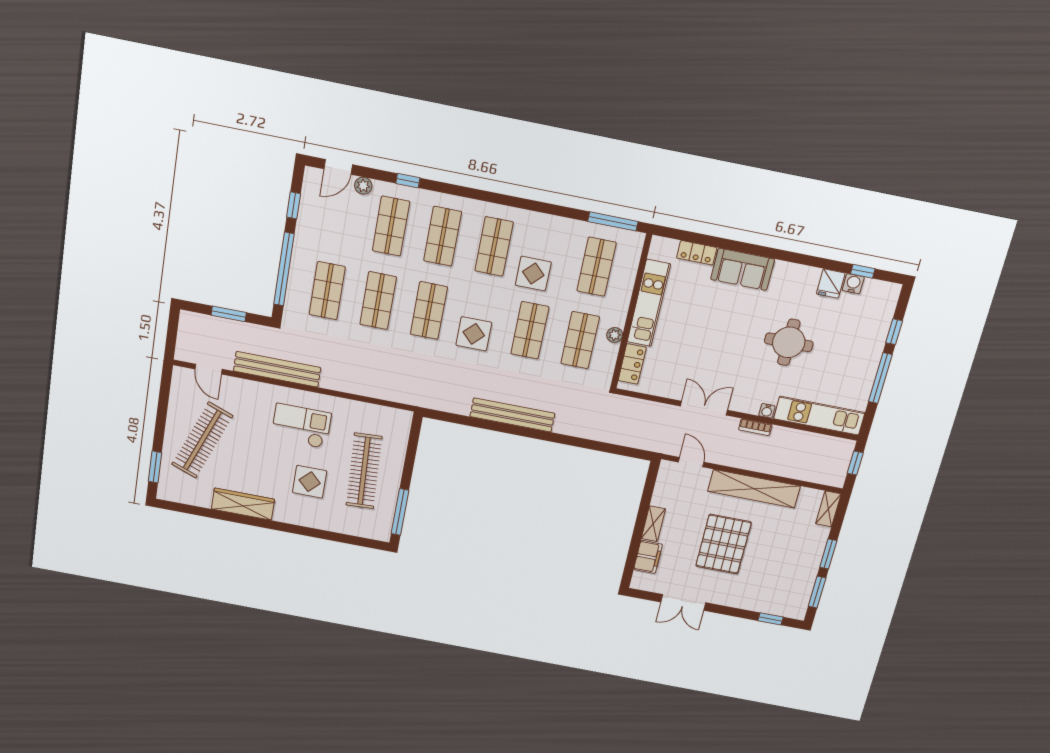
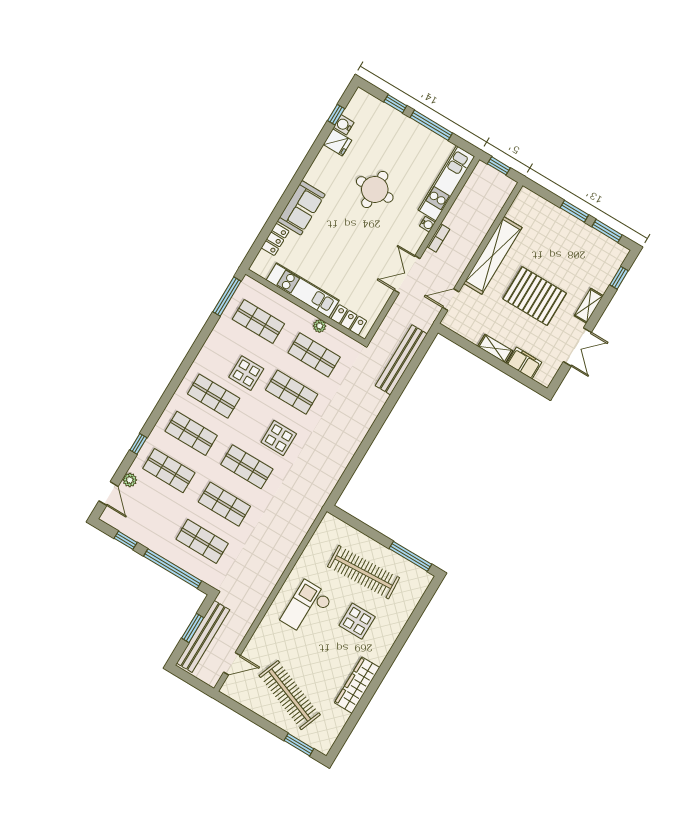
bench: (277, 369) -> (203, 636), moved
bench: (512, 415) -> (401, 360), moved
shelving: (828, 509) -> (589, 306), moved, turned 90

